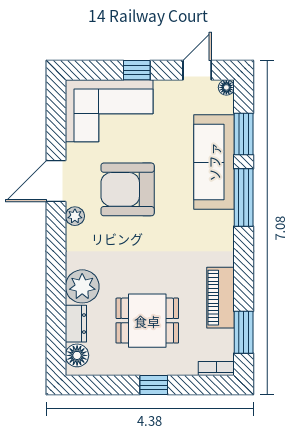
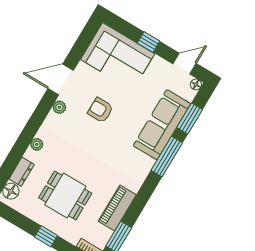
armchair: (128, 189) -> (100, 110), width x0.53, depth x0.53
plant: (82, 286) -> (37, 144), width x0.53, depth x0.53

